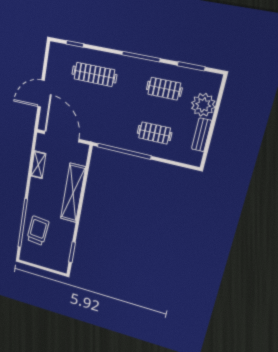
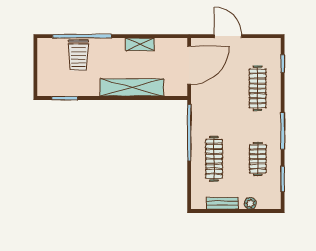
plant: (203, 105) -> (250, 203), width x0.53, depth x0.53
clothes rail: (155, 133) -> (214, 159), width x1.36
shelving: (38, 165) -> (140, 44), moved
trolley: (38, 231) -> (78, 55), turned 84

